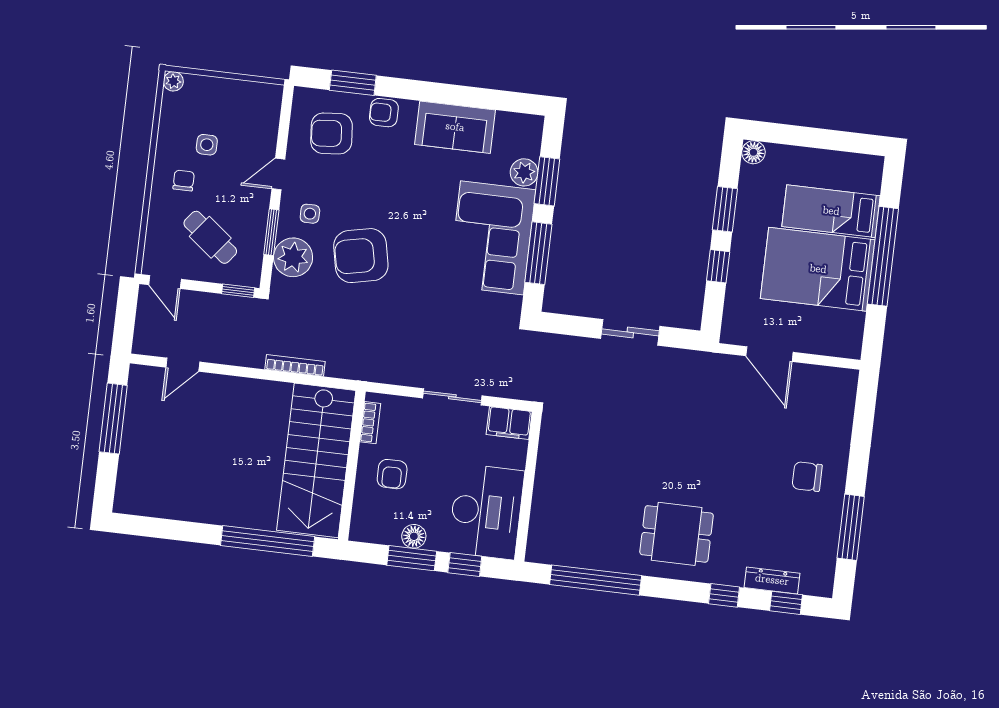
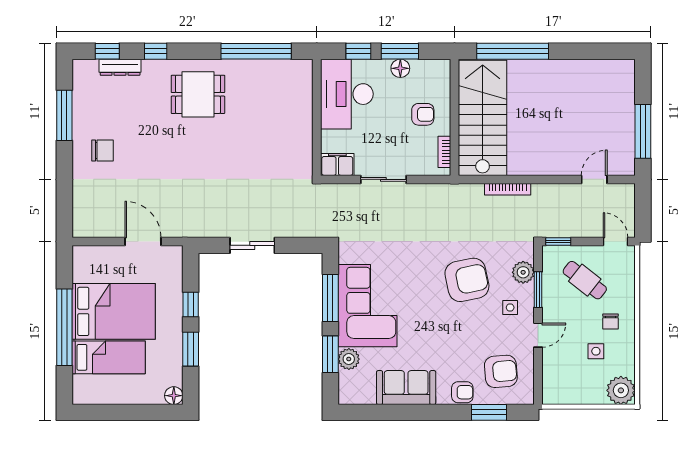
plant: (173, 81) -> (621, 390), width x1.88, depth x1.88
plant: (293, 257) -> (523, 272), width x0.73, depth x0.73
armchair: (392, 474) -> (423, 114), turned 90

